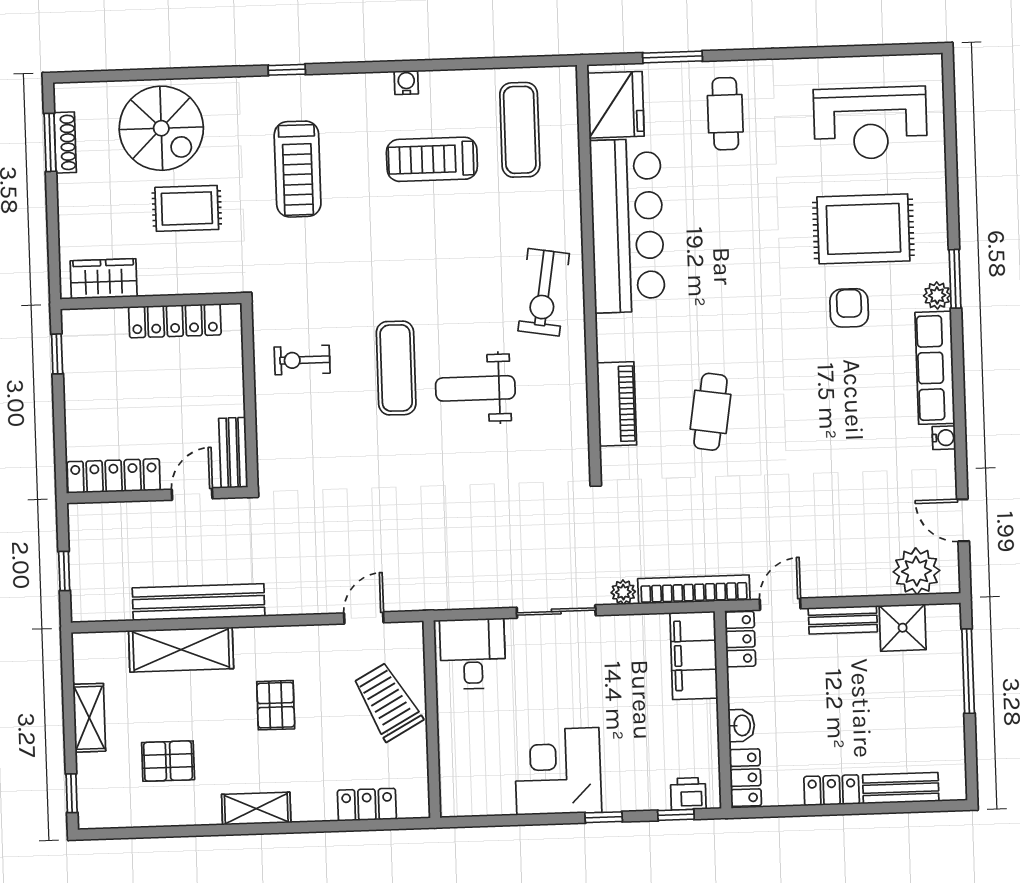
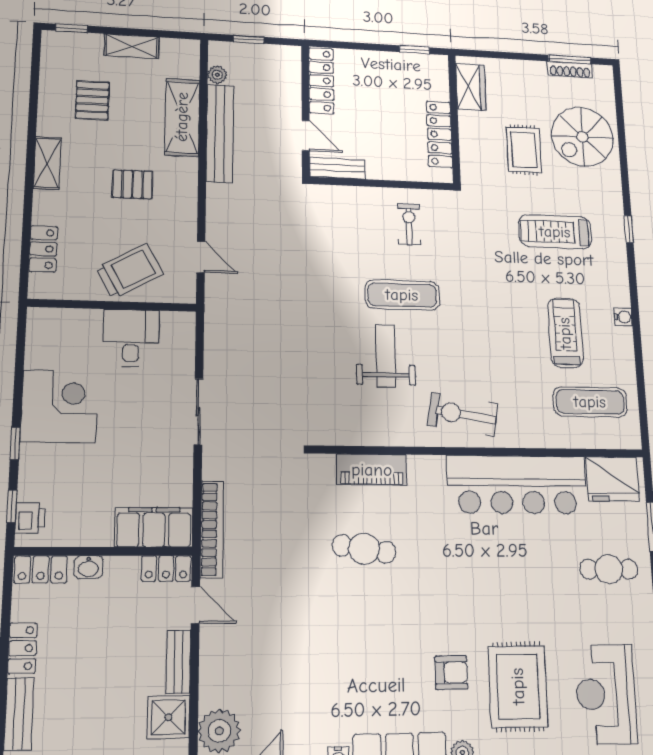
plant: (623, 592) -> (217, 75), moved
desk: (473, 654) -> (131, 338), moved, turned -90

